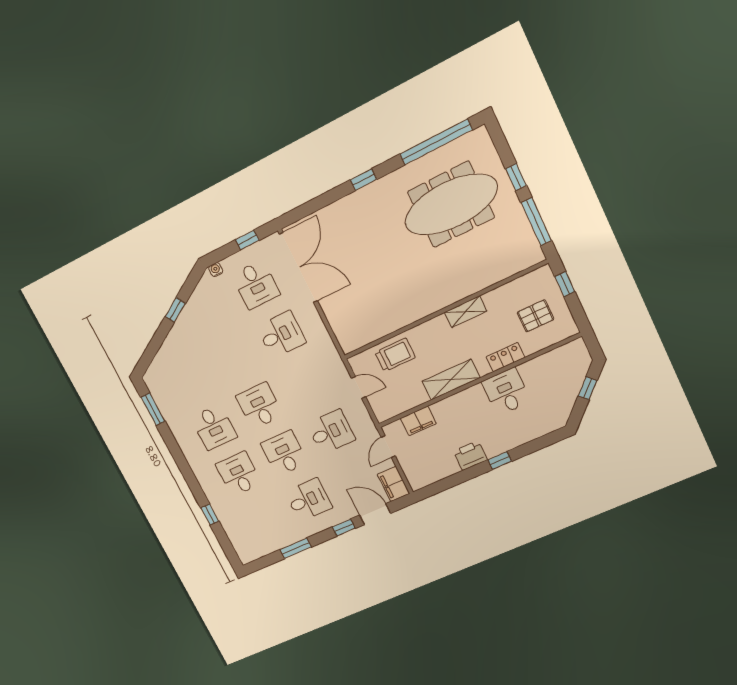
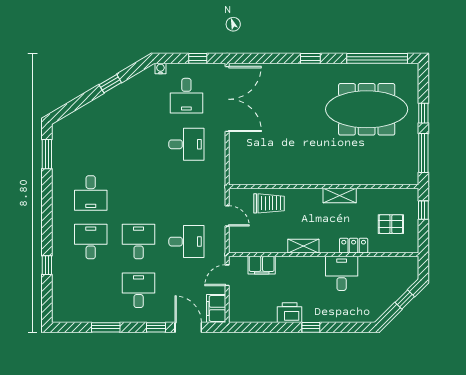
shelving: (451, 380) -> (303, 246), width x0.67, depth x0.75
desk: (260, 406) -> (139, 193), removed
desk: (308, 500) -> (139, 290), turned -90

